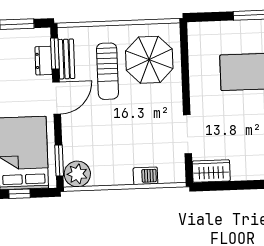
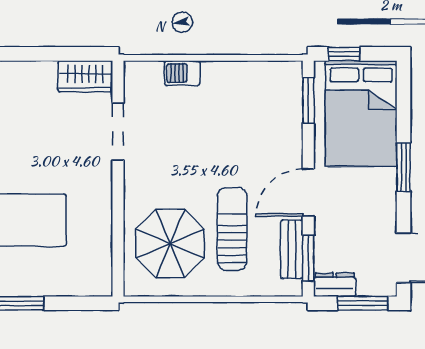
dresser: (44, 61) -> (335, 285), moved, turned -90
plant: (77, 174) -> (282, 80), removed
window: (20, 194) -> (344, 54), moved

